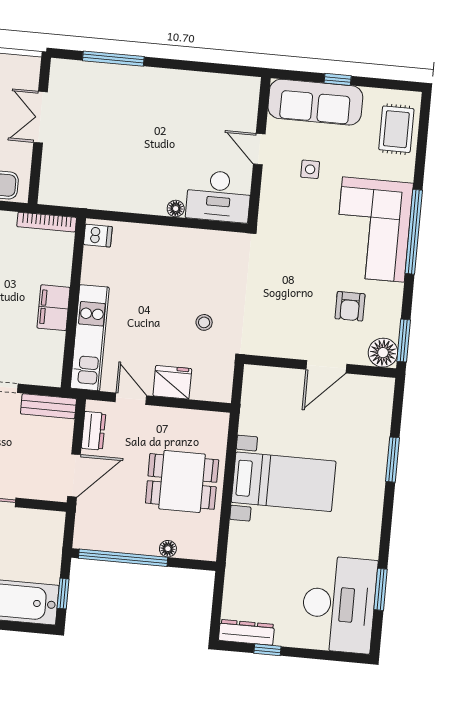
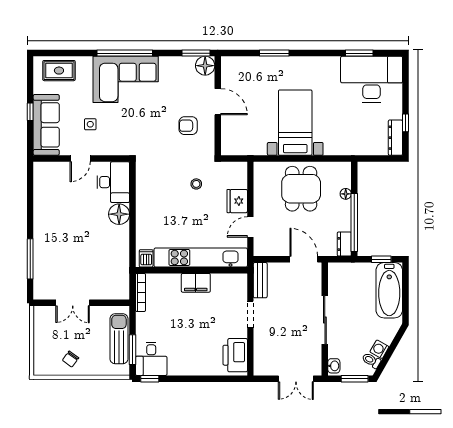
floor lamp: (176, 209) -> (119, 214), width x1.89, depth x1.89
armchair: (350, 306) -> (188, 126), moved, turned 180
kitchen unit: (90, 338) -> (201, 257), width x1.36
dresser: (94, 431) -> (344, 244), moved, turned -90

